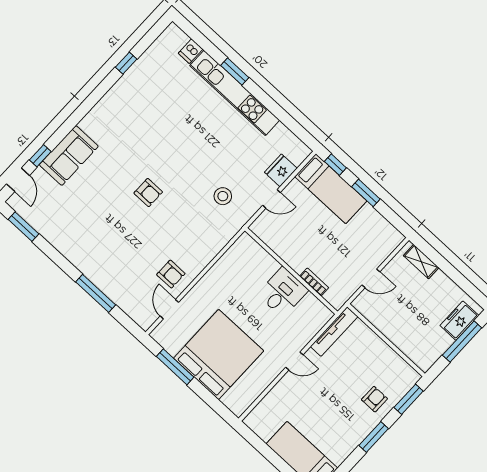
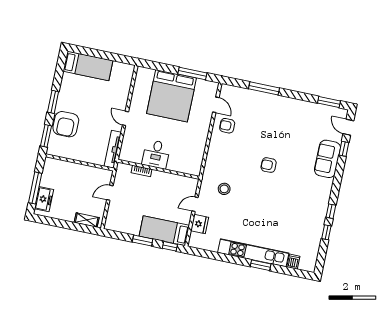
window: (104, 87) -> (331, 211), added
door: (294, 361) -> (125, 118), hinge flipped
armchair: (374, 399) -> (66, 124), width x1.88, depth x1.88

